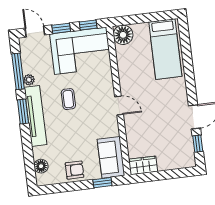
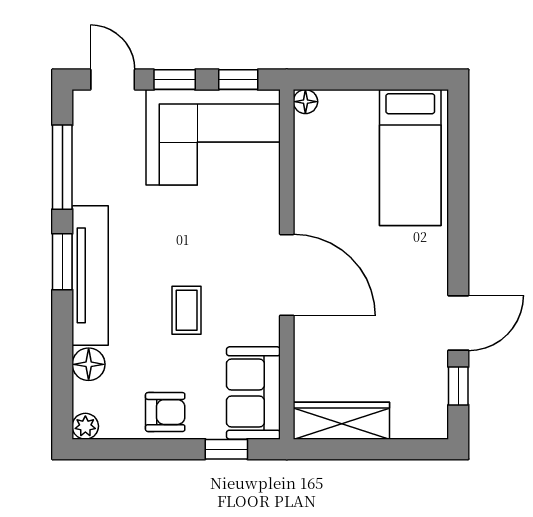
floor lamp: (123, 35) -> (305, 102), width x0.53, depth x0.53
plant: (29, 80) -> (85, 426), moved
coffee table: (68, 99) -> (187, 310), moved
door: (119, 105) -> (287, 275), width x1.87
wardrobe: (143, 165) -> (341, 421), width x1.50
floor lamp: (41, 166) -> (89, 364), moved

